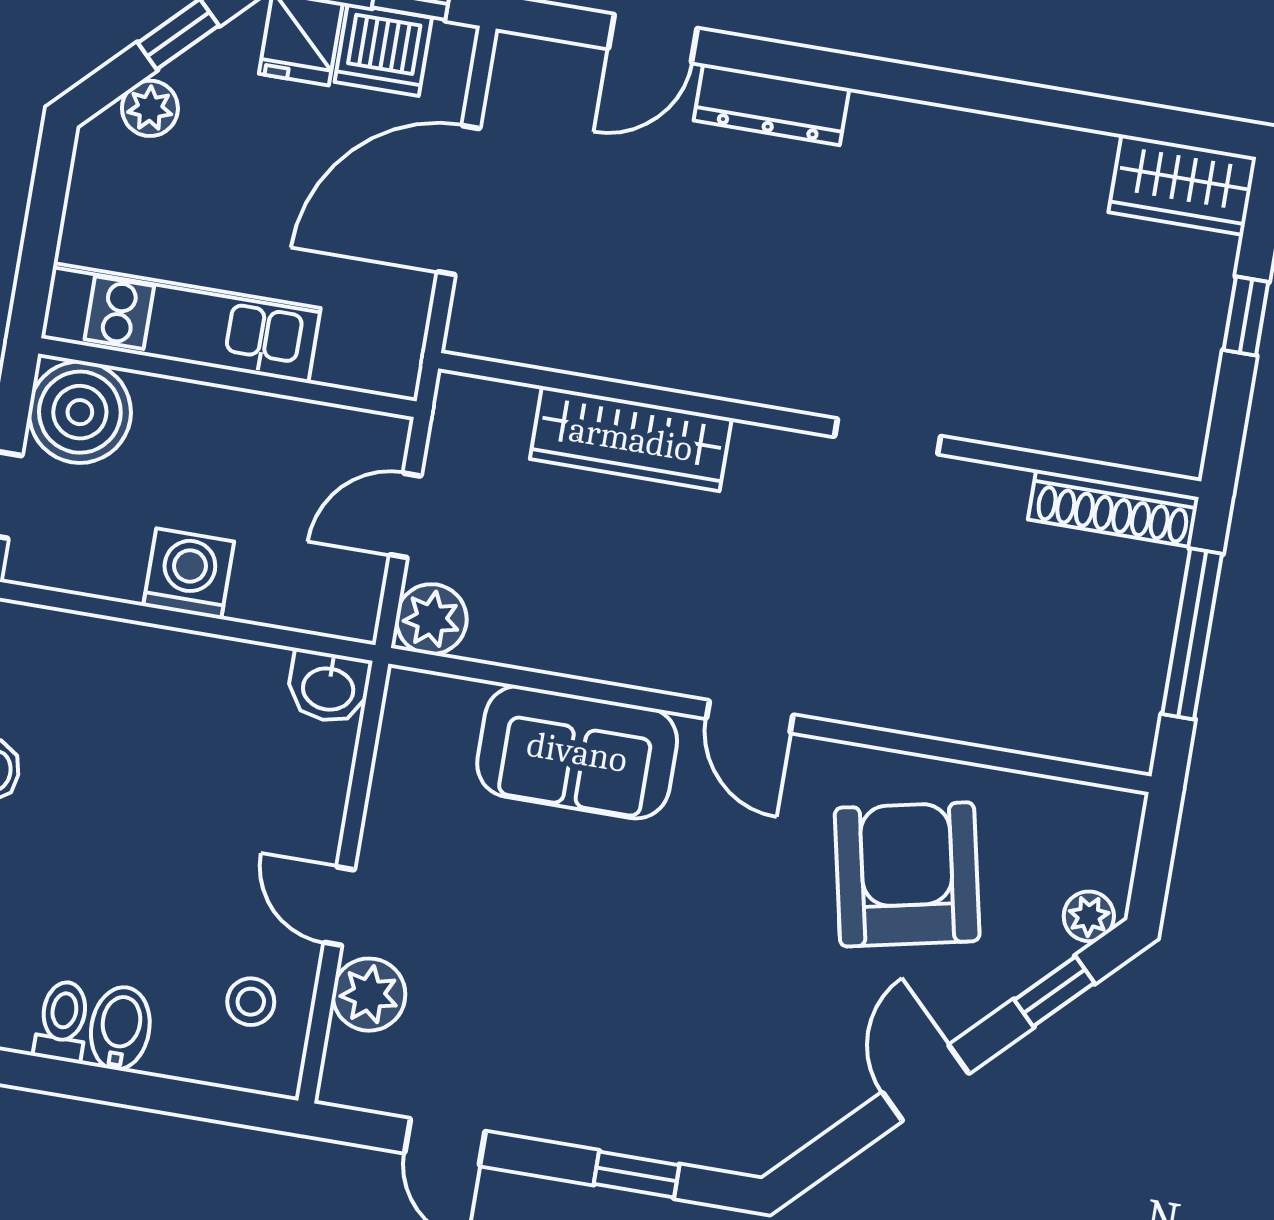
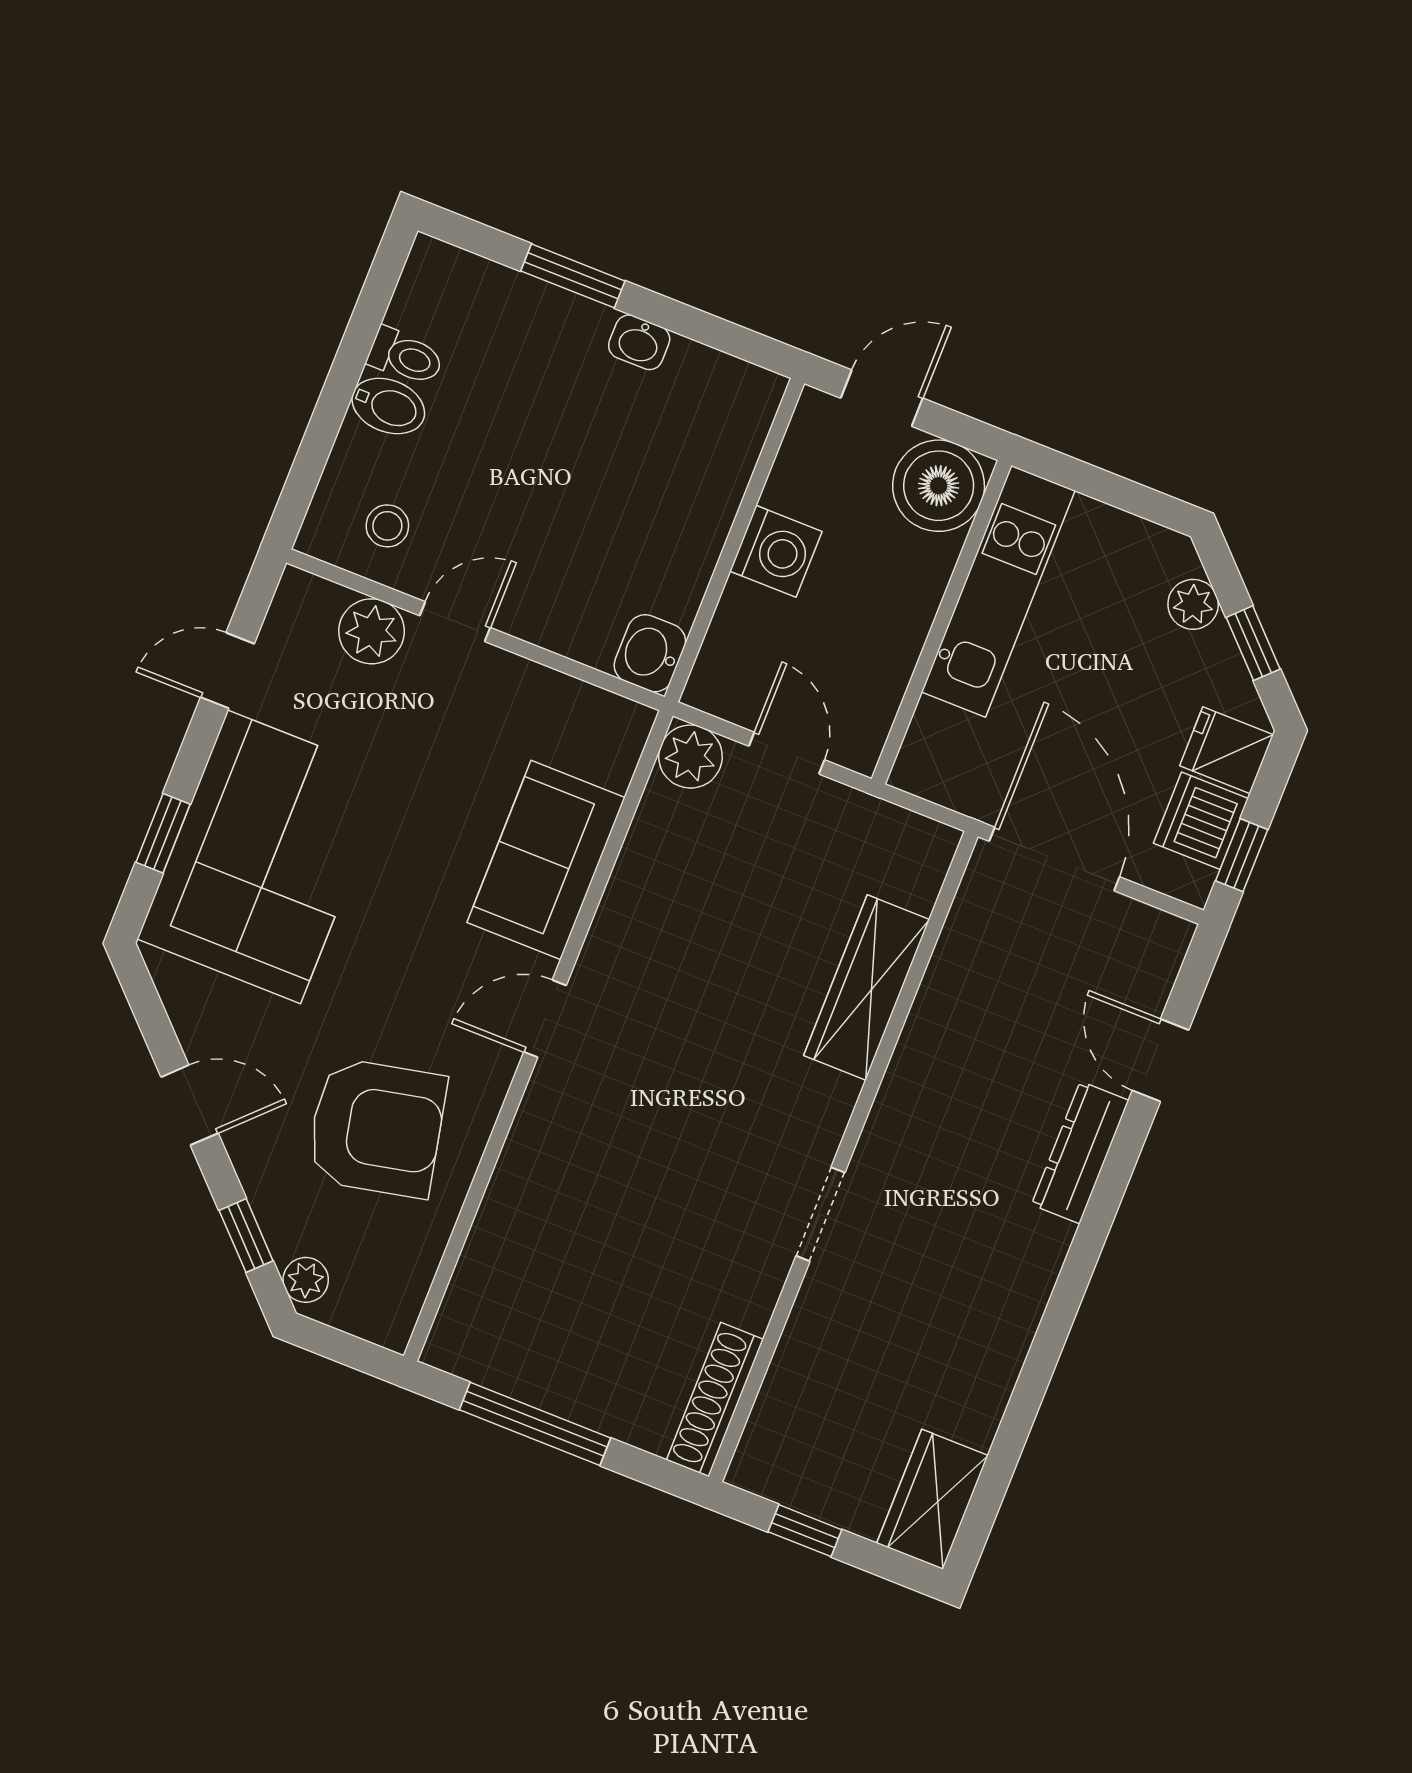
wall: (820, 425) -> (843, 1157), moved
doorway: (888, 436) -> (820, 1214), moved
wardrobe: (631, 439) -> (867, 988), moved
shoe rack: (1113, 508) -> (715, 1400), moved
corner sofa: (639, 1059) -> (264, 857), added

